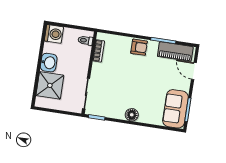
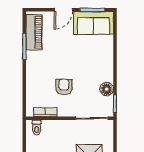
armchair: (139, 47) -> (64, 87), moved
door: (194, 71) -> (63, 10), moved
floor lamp: (132, 115) -> (107, 89), moved

